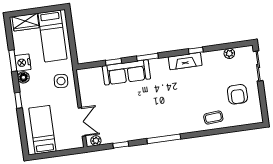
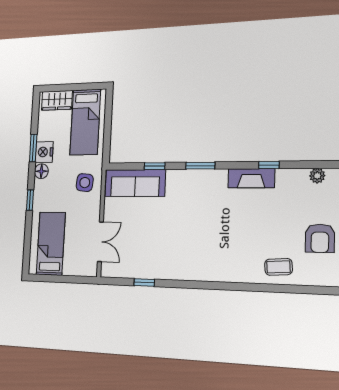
sofa: (126, 72) -> (135, 183), moved
window: (164, 139) -> (203, 285), removed
plant: (96, 141) -> (113, 271), removed

